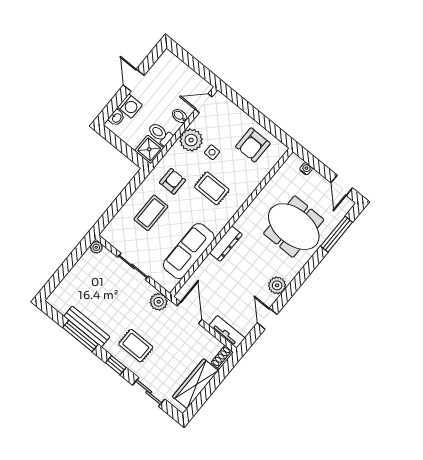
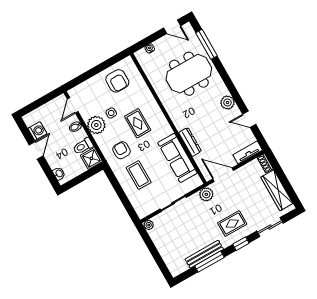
door: (134, 80) -> (36, 150), swing flipped
washing machine: (130, 106) -> (37, 131), moved
rug: (212, 188) -> (138, 123), turned 90
dresser: (226, 244) -> (190, 142), moved

